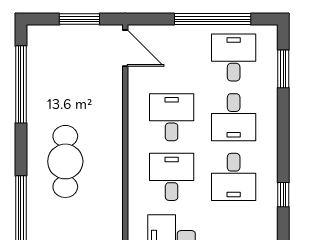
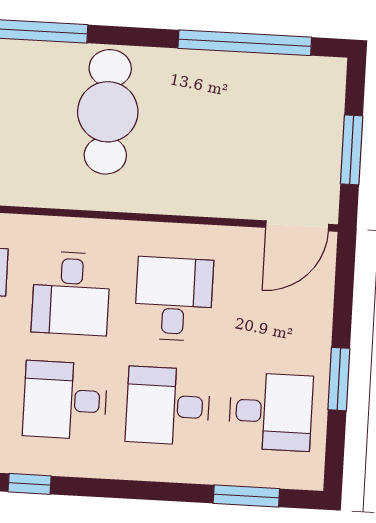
window: (213, 19) -> (339, 379), width x0.47
desk: (172, 117) -> (174, 299), turned -90
cafe table: (65, 161) -> (108, 112), turned 90
desk: (172, 177) -> (71, 293), turned 90

